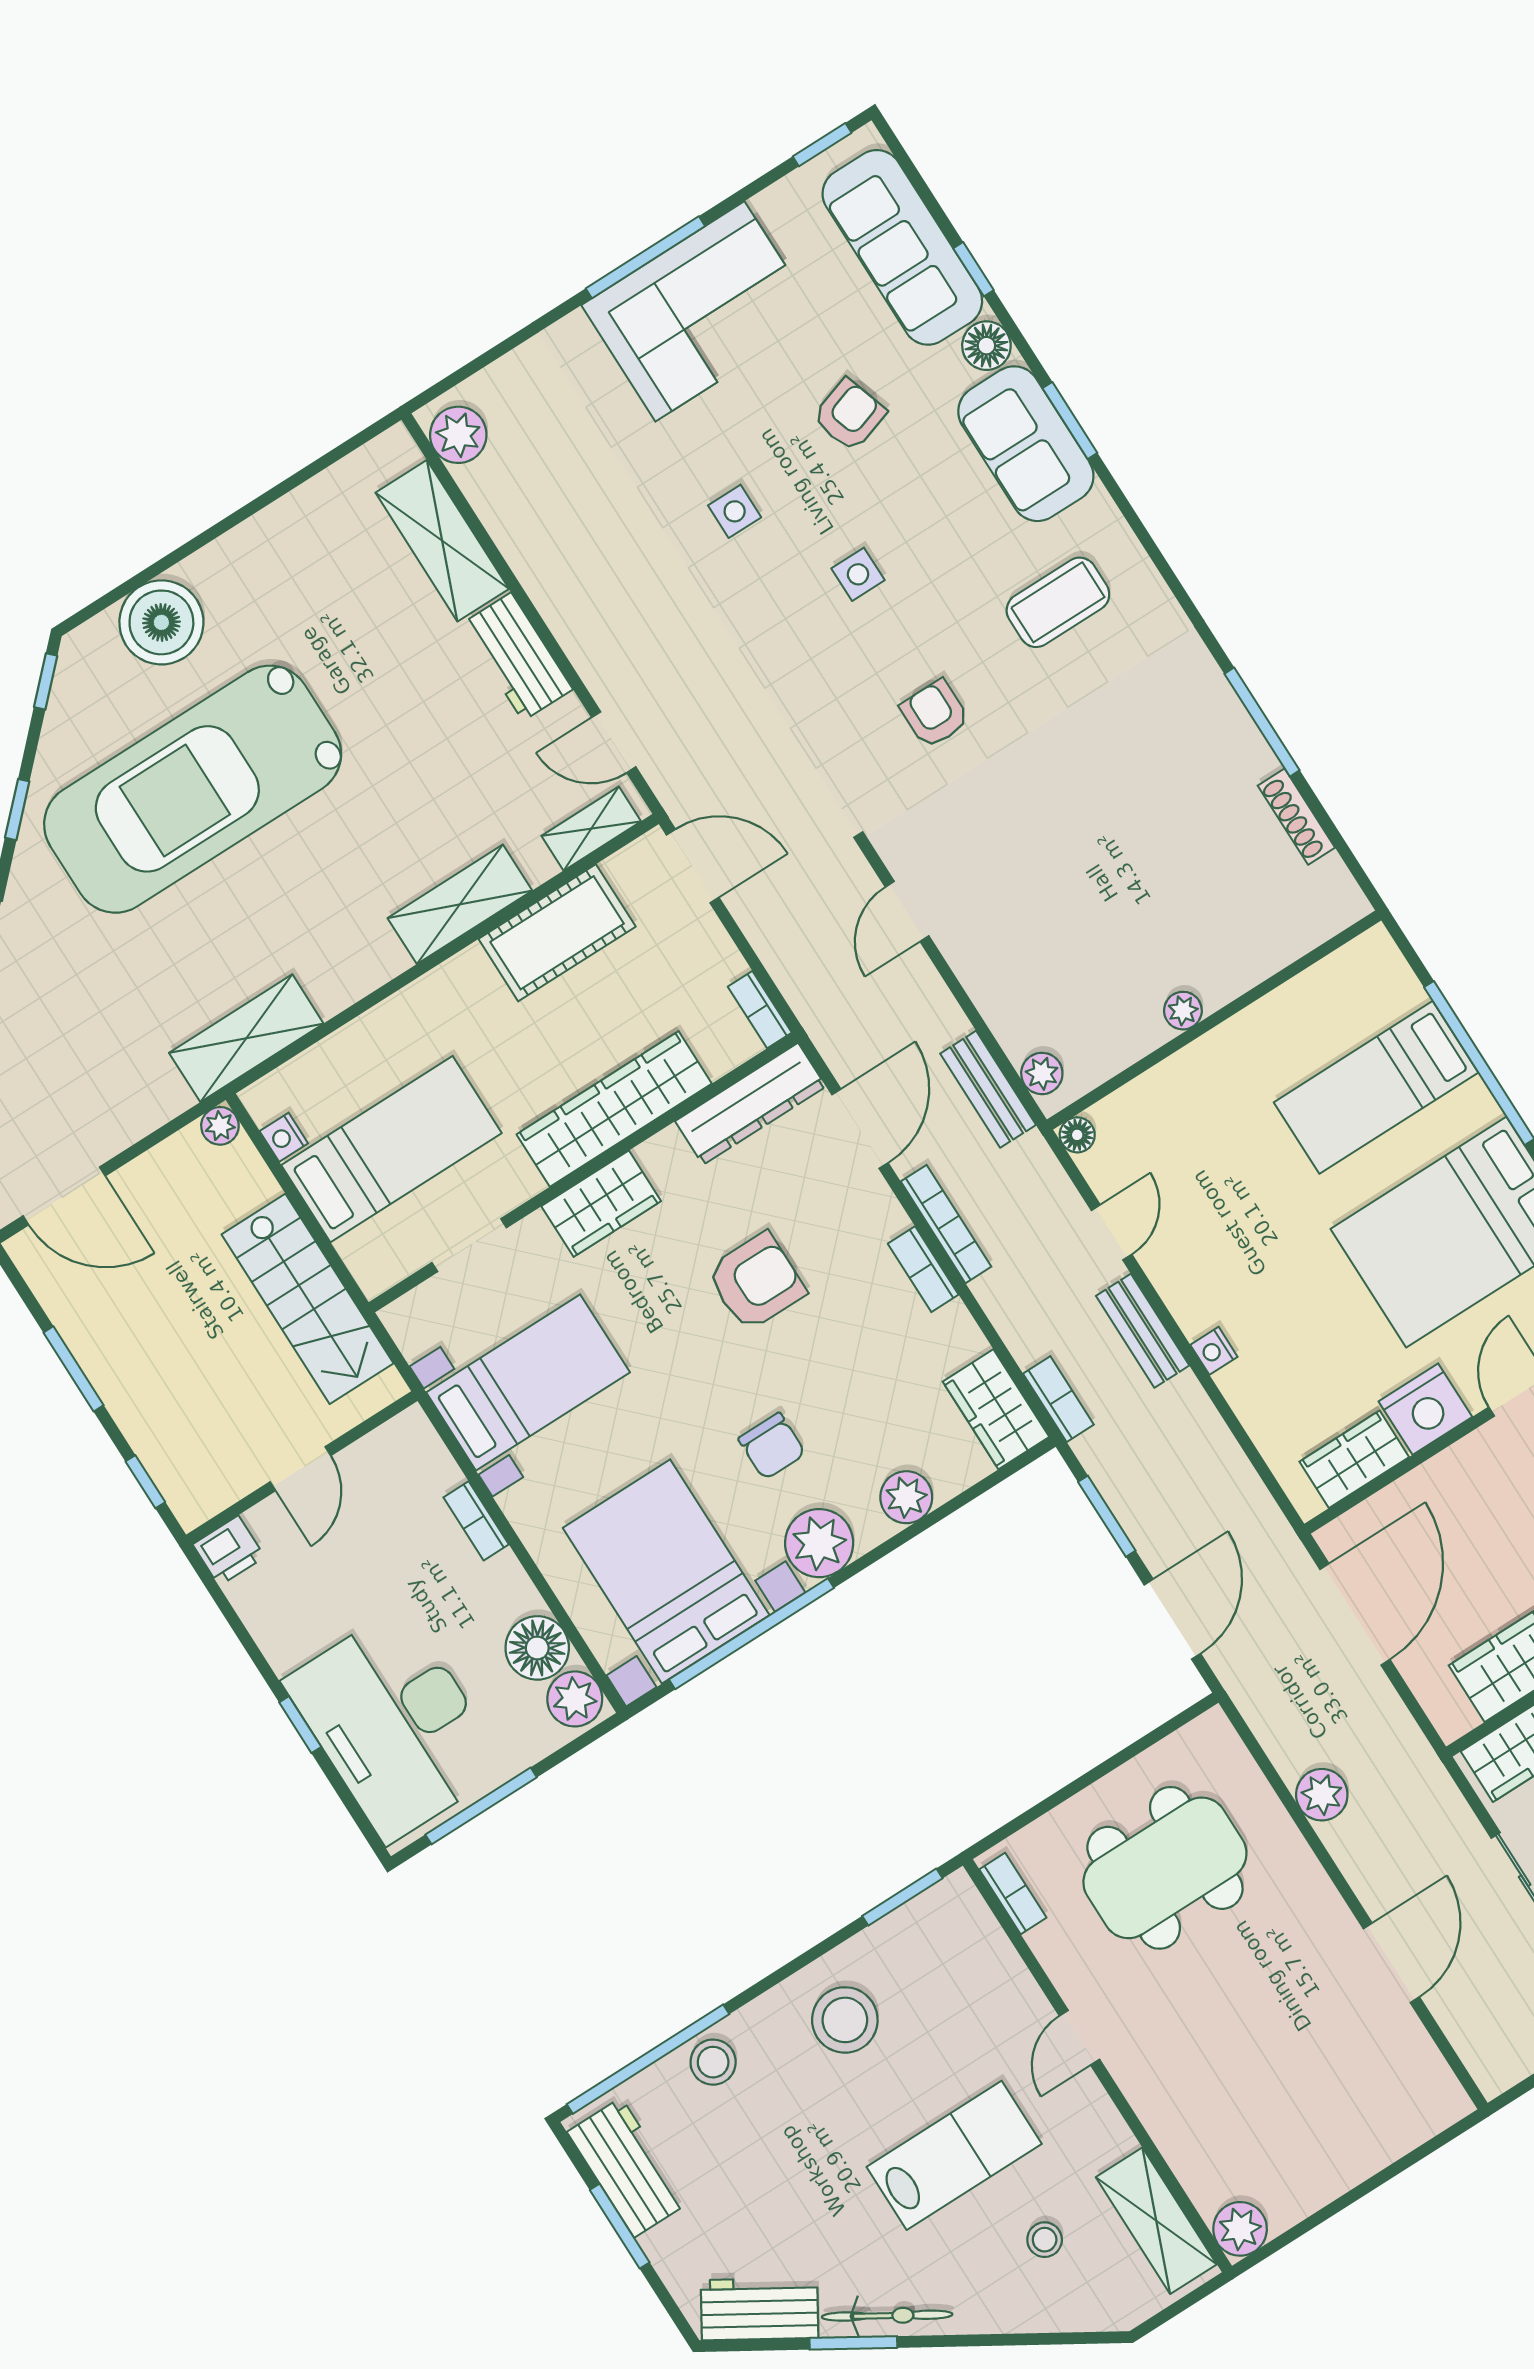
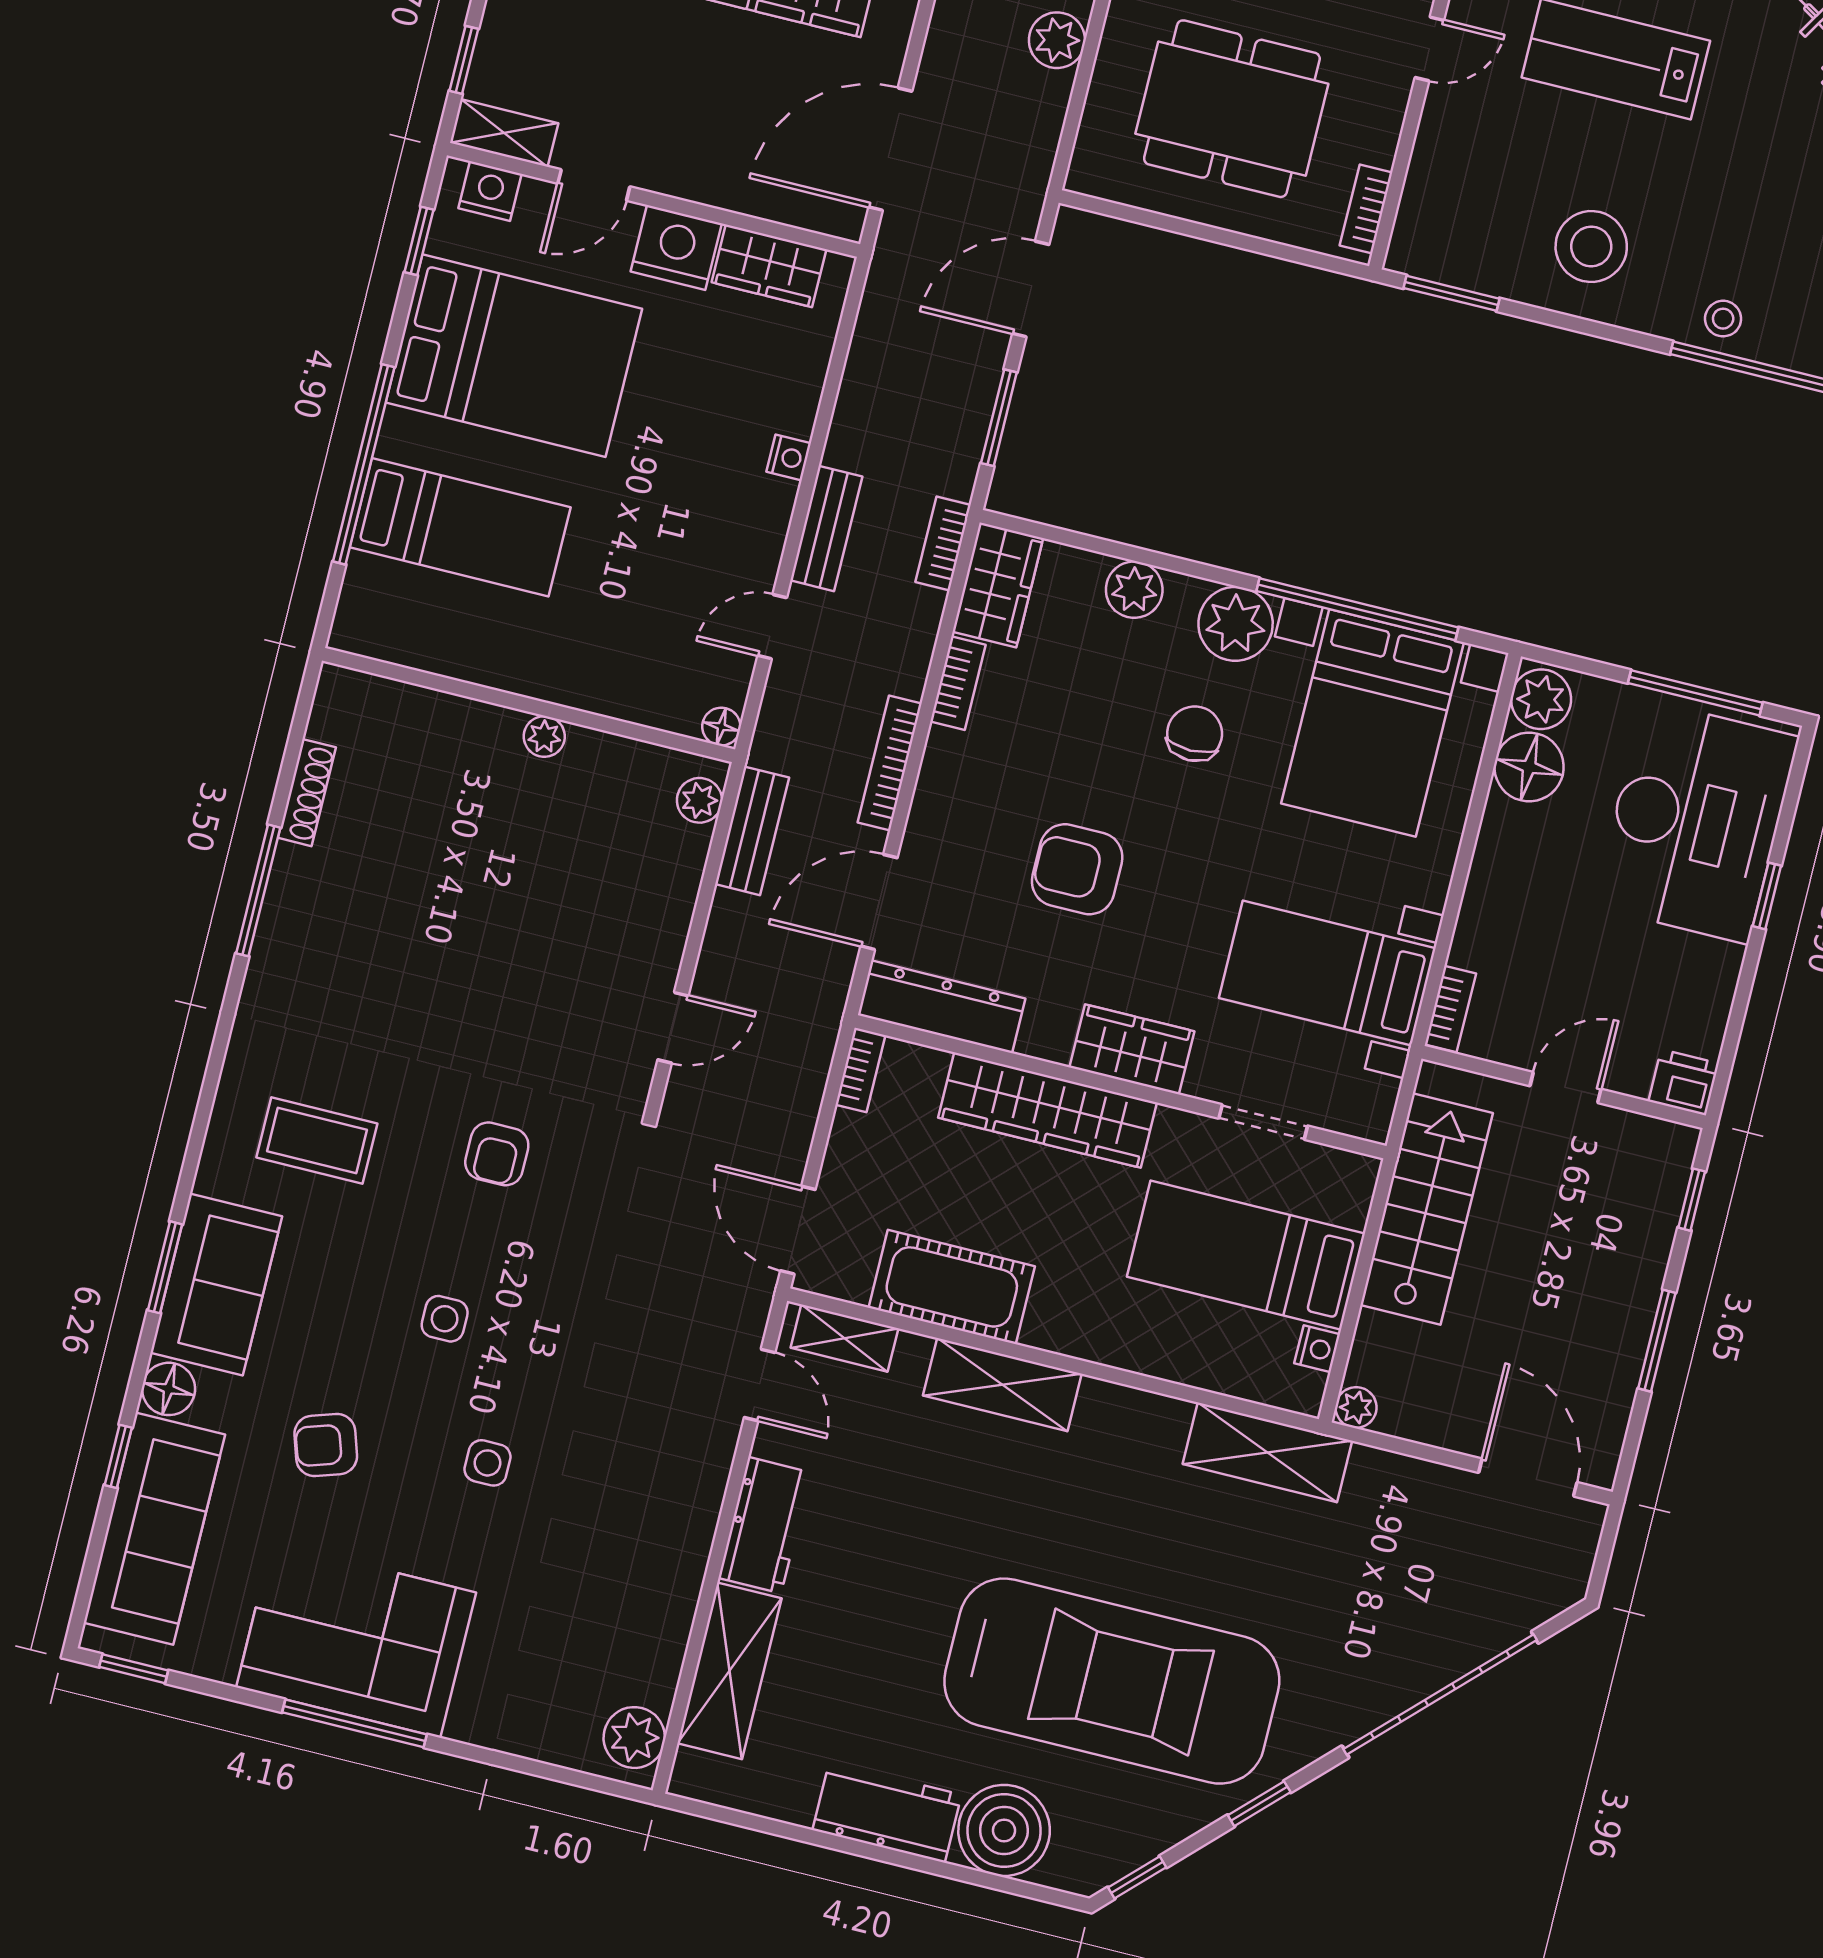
workbench: (248, 556) -> (887, 1812), added
bookcase: (923, 1269) -> (958, 683), moved
bookcase: (476, 1521) -> (1450, 1009), moved
stool: (713, 2062) -> (1723, 319), width x0.73, depth x0.73

